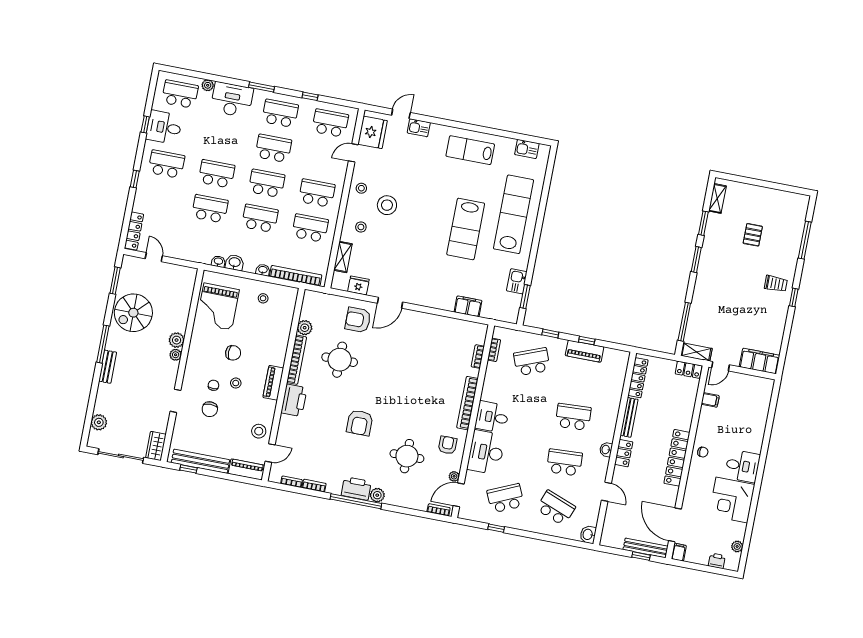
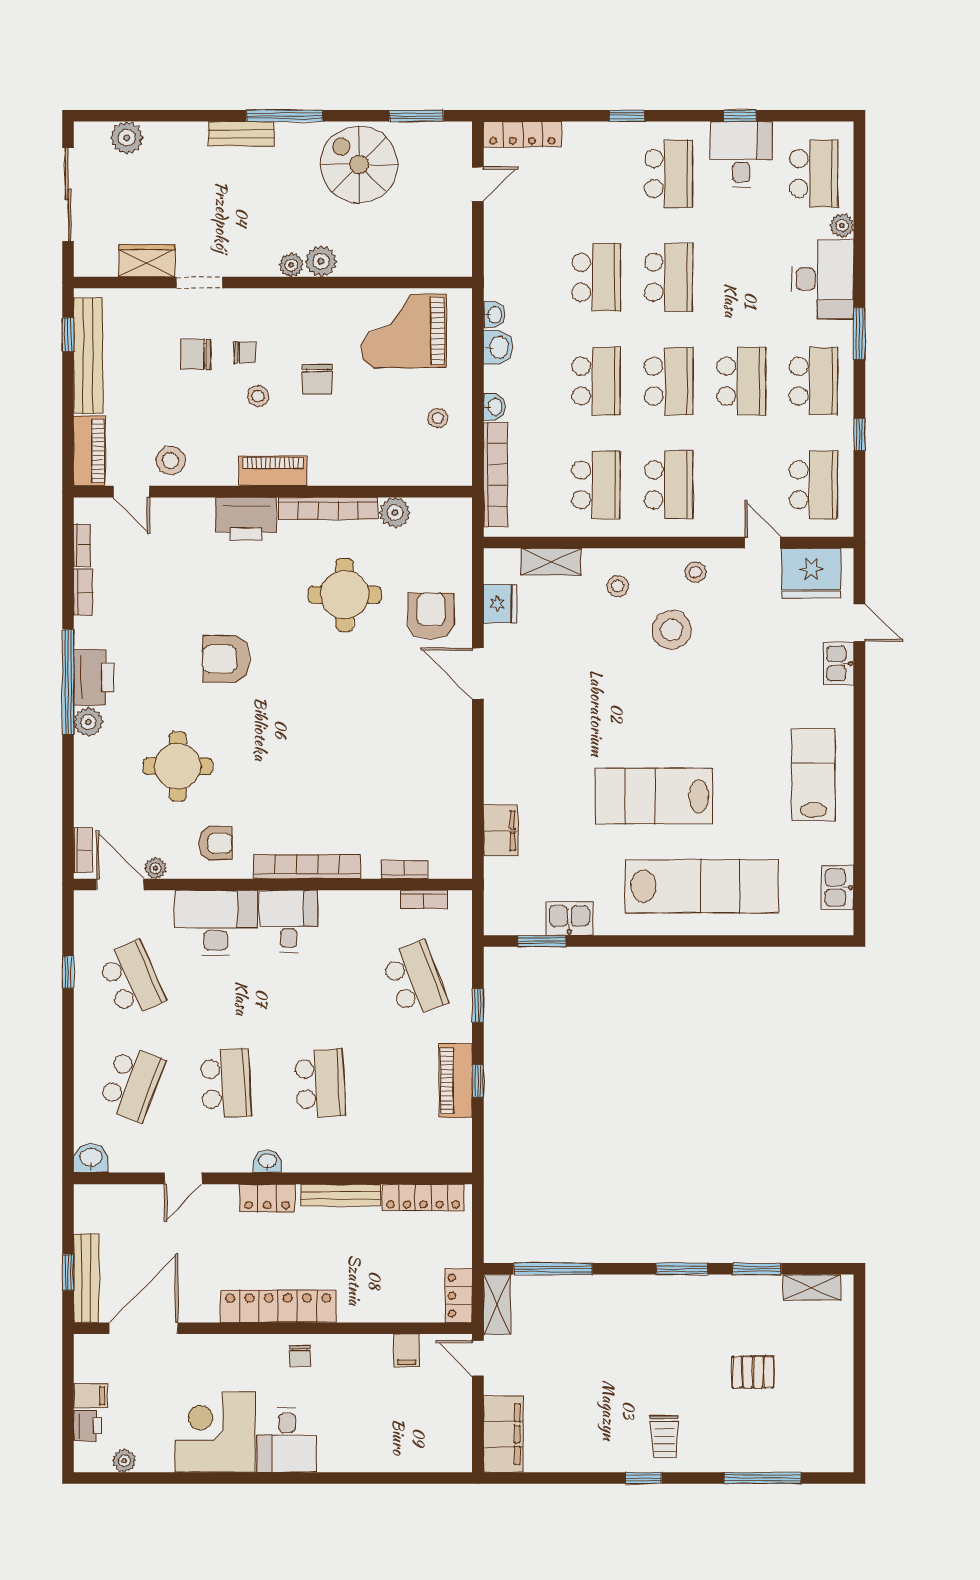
wardrobe: (156, 446) -> (147, 261), moved
filing cabinet: (679, 552) -> (90, 1396), moved

